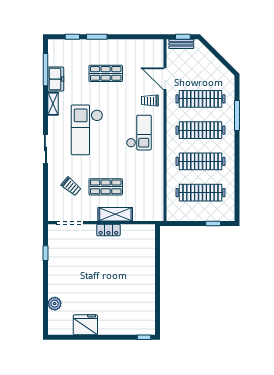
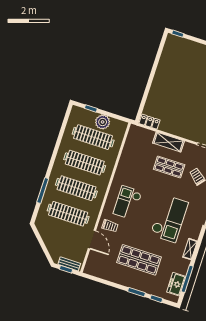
shop shelf: (106, 73) -> (139, 260), width x1.43, depth x1.36
freezer: (56, 79) -> (176, 284), moved
plant: (195, 213) -> (103, 122), added
locker: (108, 230) -> (150, 122), moved

